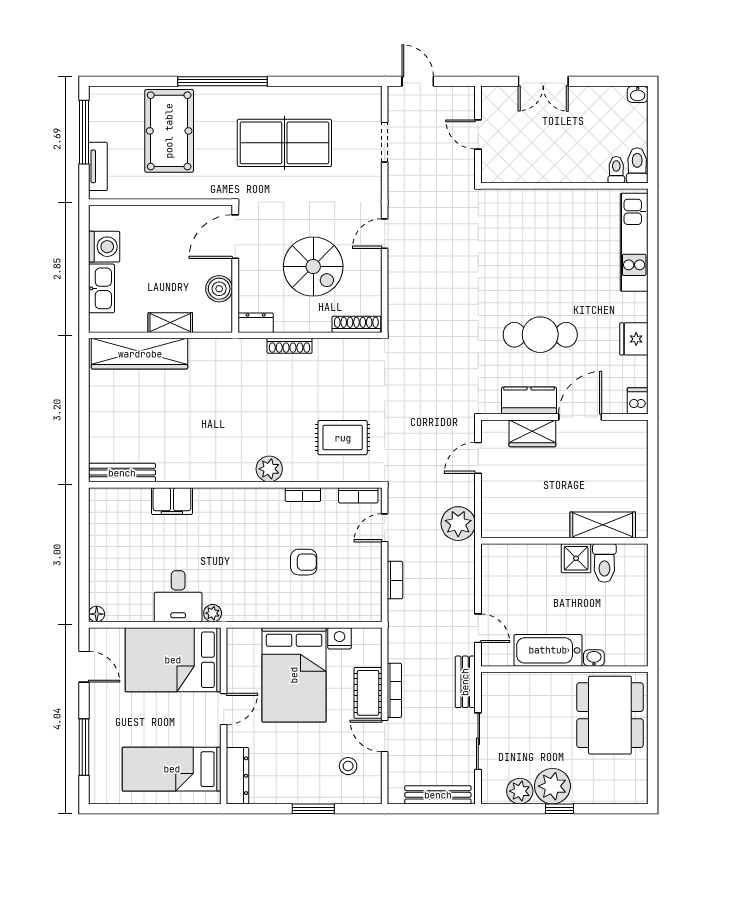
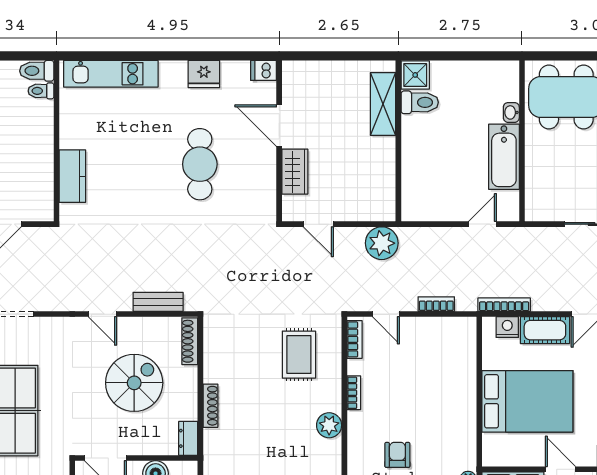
kitchen counter: (529, 401) -> (72, 176), moved, turned 180
shower: (576, 558) -> (415, 75), moved
armchair: (304, 562) -> (397, 455), moved
nightstand: (339, 638) -> (507, 327), moved, turned 90
bench: (465, 682) -> (158, 302), moved
bookcase: (394, 690) -> (504, 305), moved

